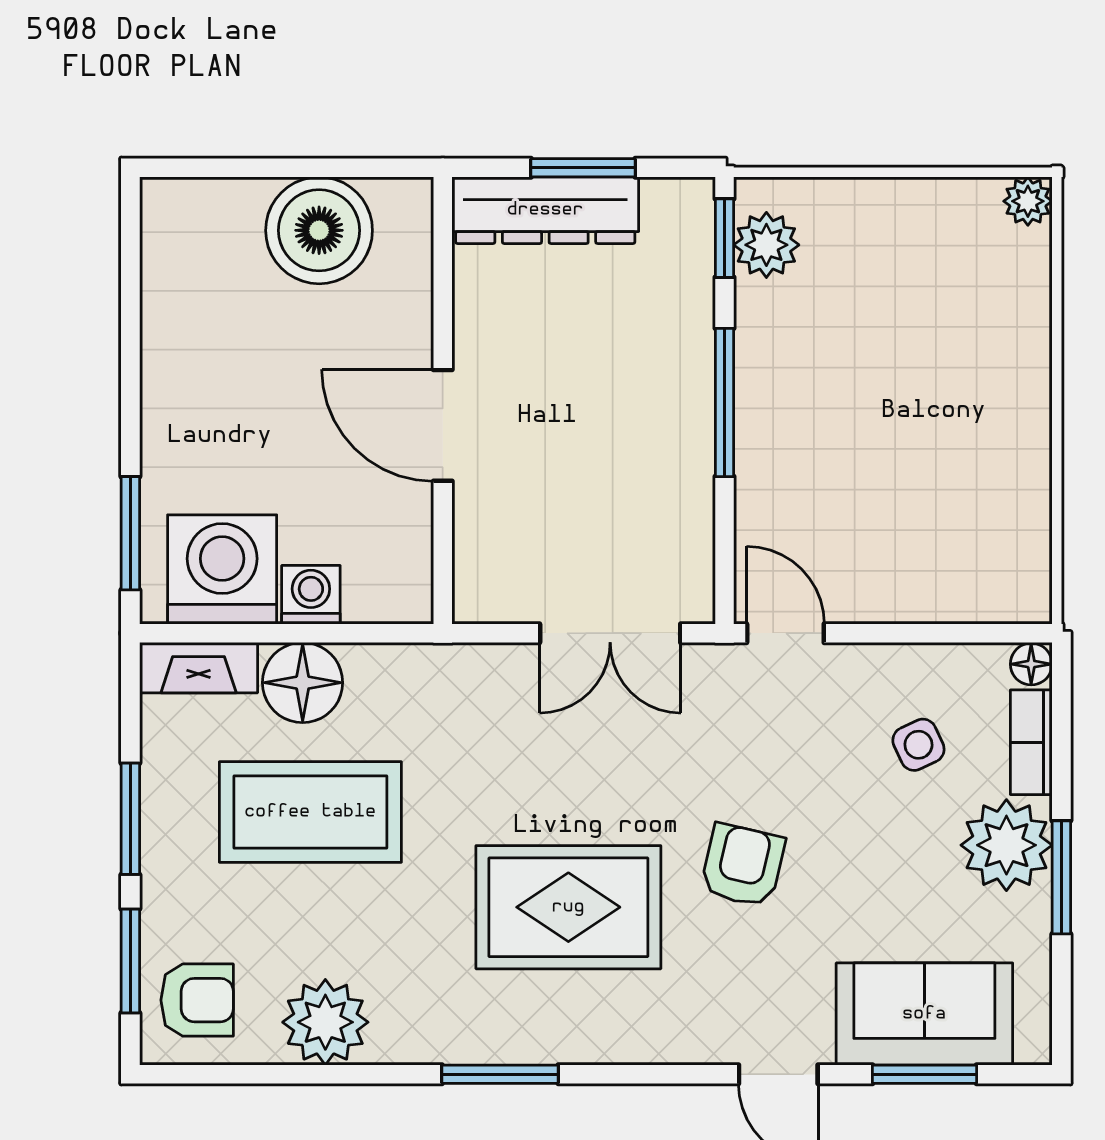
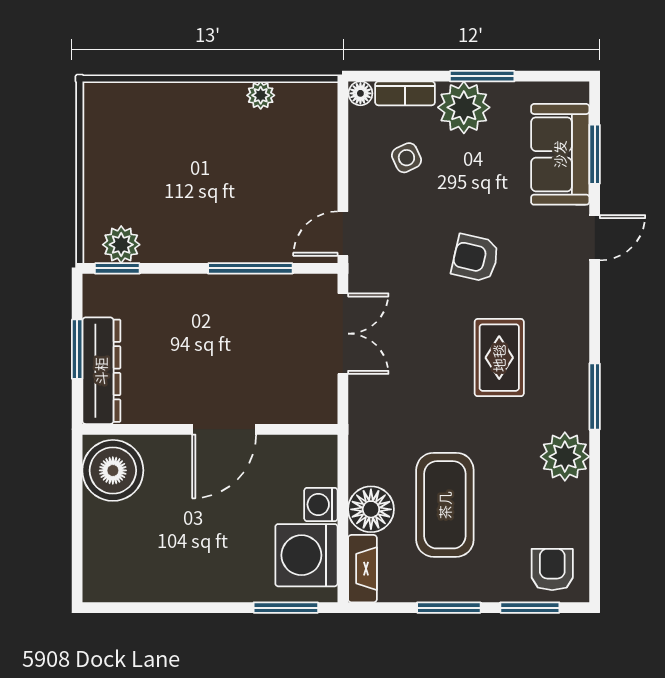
plant: (1028, 201) -> (261, 95), moved
boiler: (319, 230) -> (113, 470), moved
window: (724, 402) -> (250, 268), moved
rug: (568, 907) -> (499, 358), width x0.73, depth x0.70
plant: (325, 1022) -> (565, 457), moved

